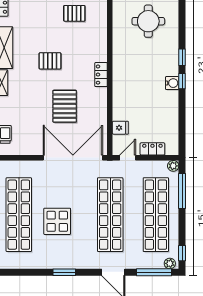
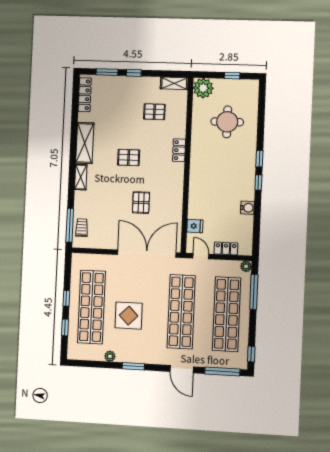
locker: (101, 75) -> (179, 150), moved
water cooler: (172, 83) -> (247, 208), moved
pallet: (65, 106) -> (141, 203), width x0.67, depth x0.71
door: (128, 158) -> (201, 256), hinge flipped
plant: (170, 263) -> (110, 356), moved

